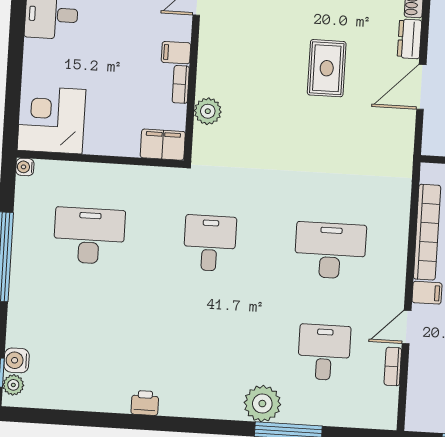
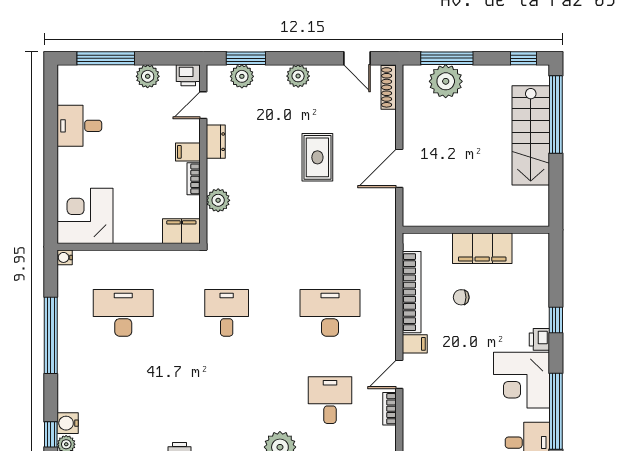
dresser: (410, 39) -> (216, 142), moved, turned 180

